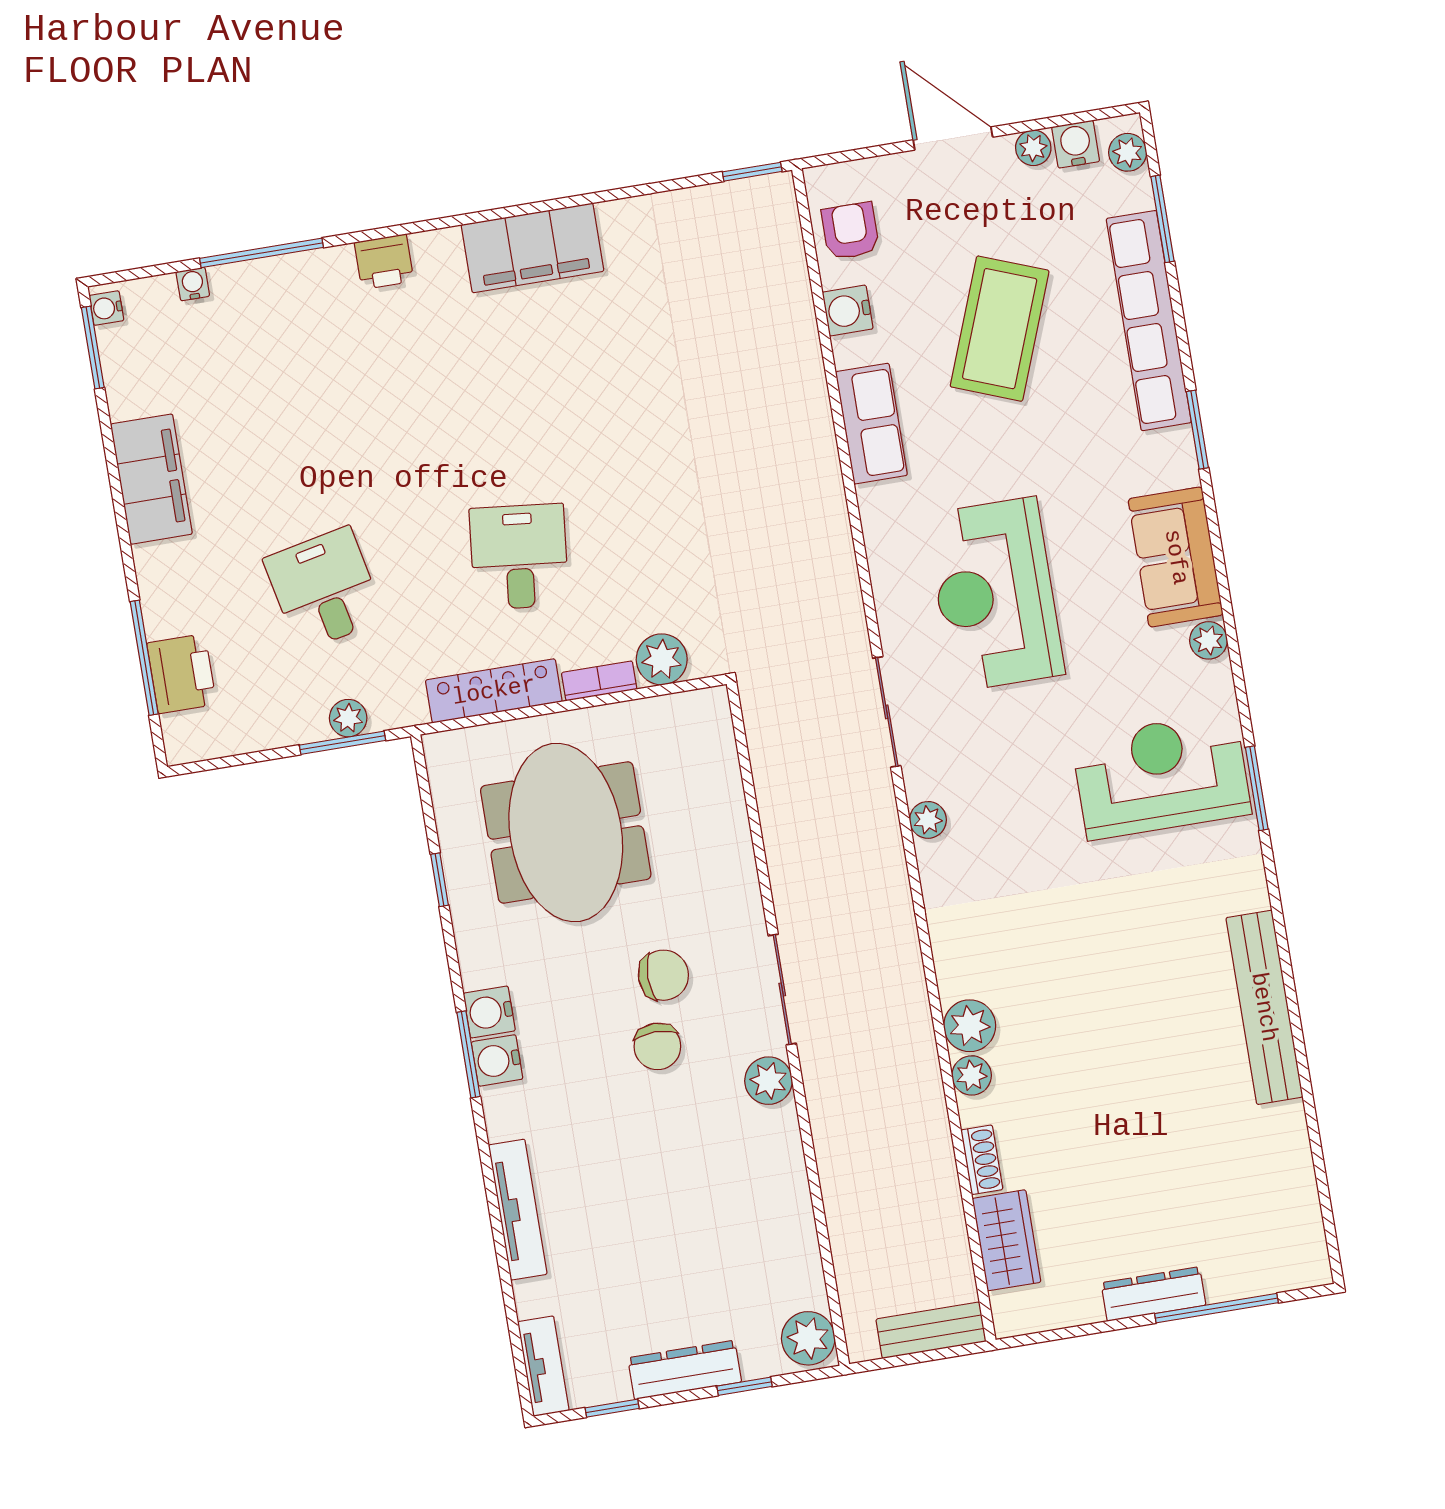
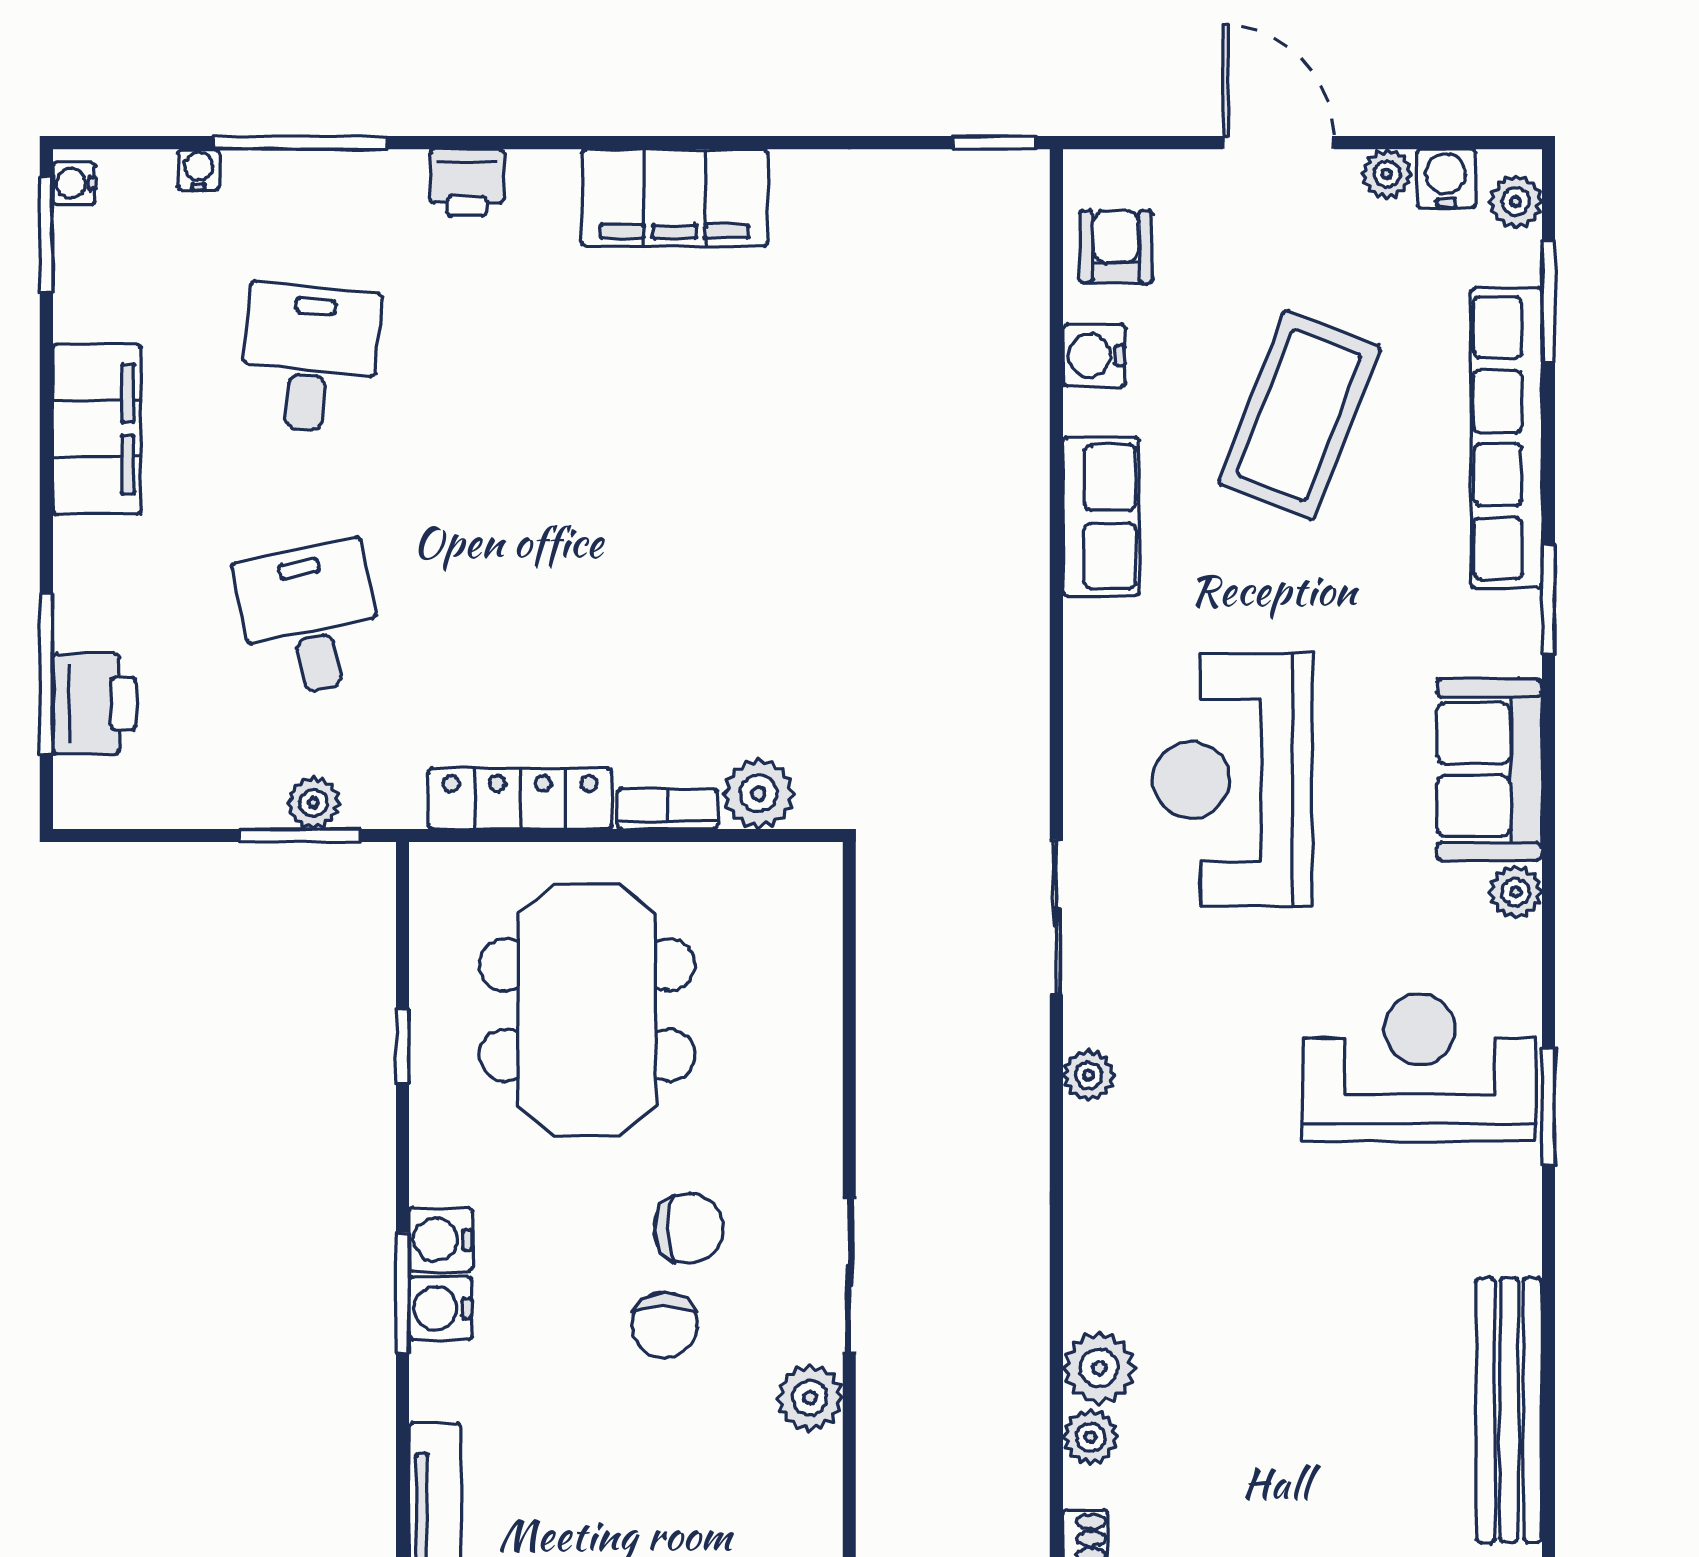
desk: (519, 557) -> (310, 358), moved

